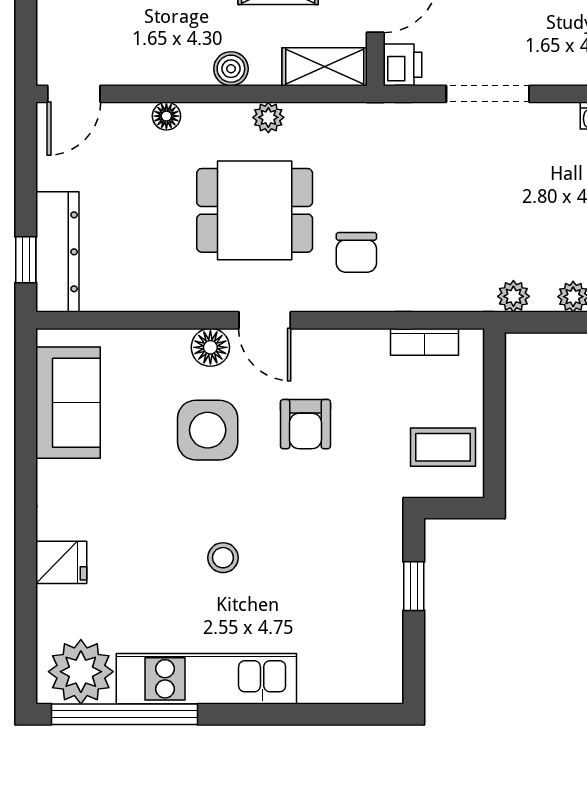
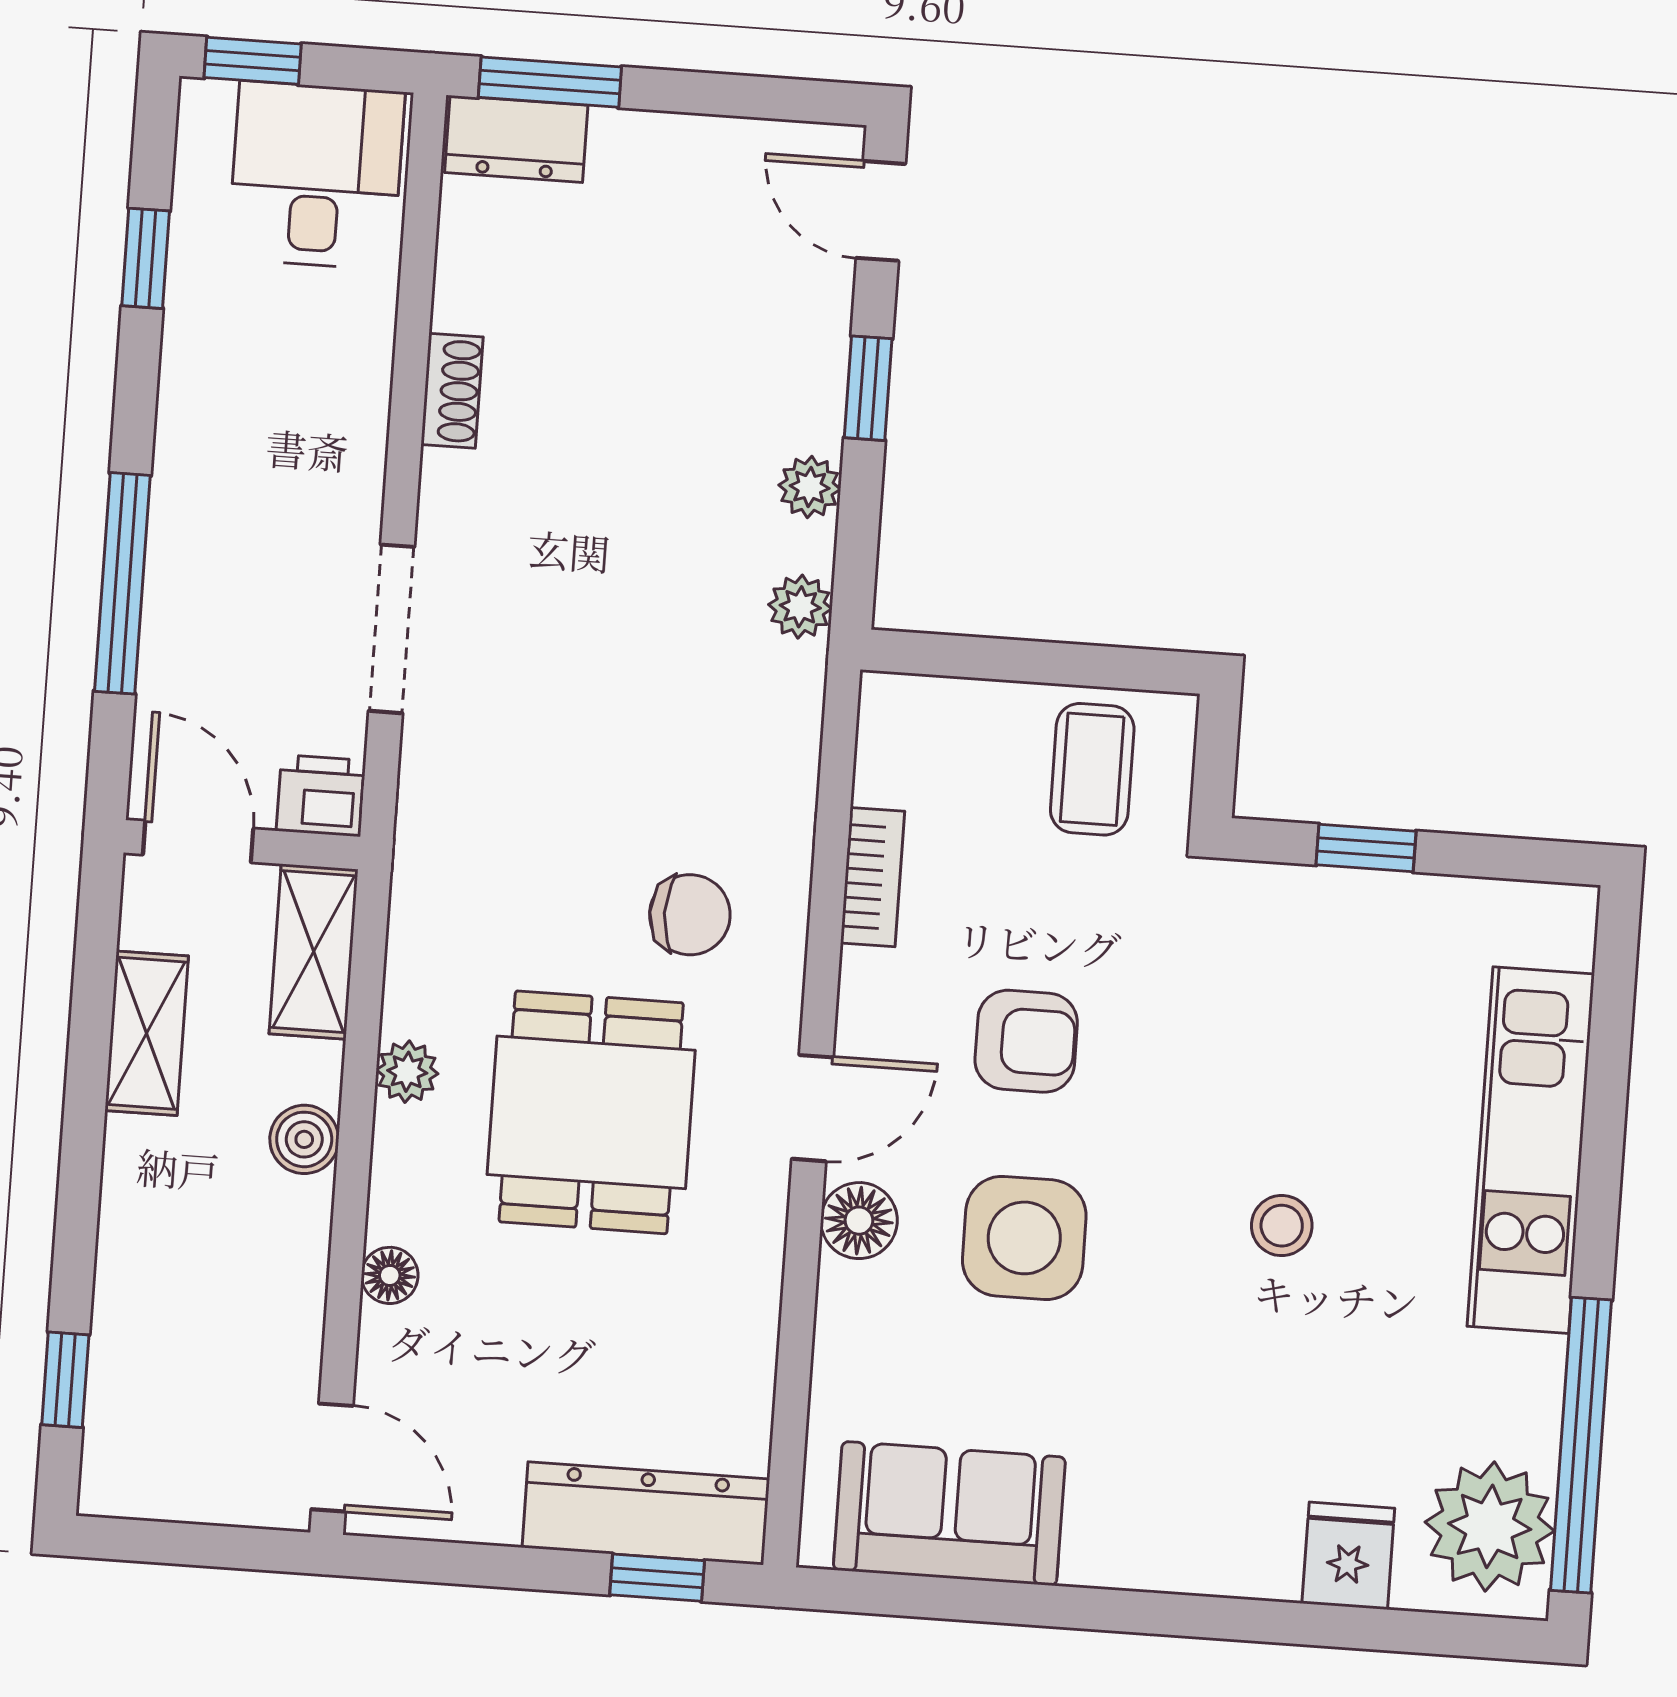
bookcase: (425, 342) -> (873, 877), moved
fridge: (61, 562) -> (1348, 1556), moved
kitchen unit: (206, 679) -> (1531, 1150), moved

